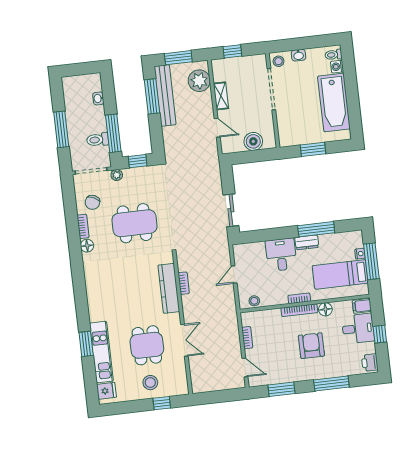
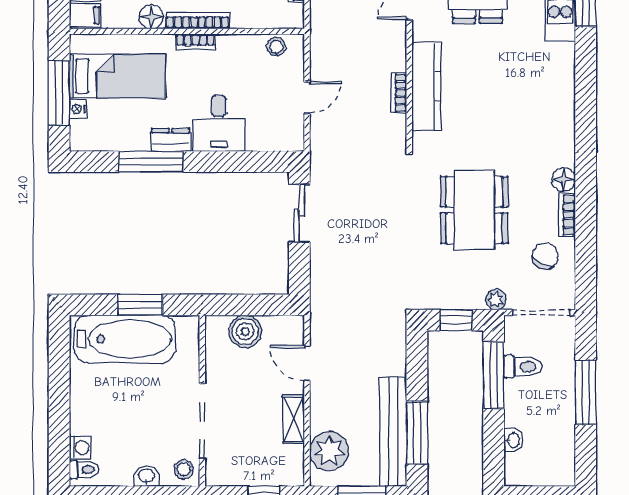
bathtub: (334, 103) -> (125, 339), moved, turned 90
dining table: (134, 223) -> (474, 210), turned 90

